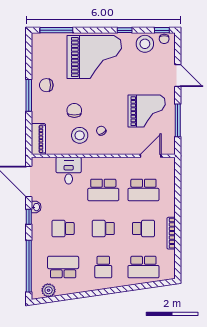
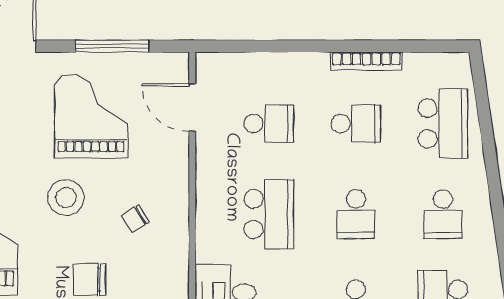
stool: (80, 135) -> (66, 198), moved
school desk: (143, 190) -> (269, 124), width x0.54
school desk: (143, 228) -> (356, 124), turned 90
school desk: (103, 267) -> (443, 214), turned 90

